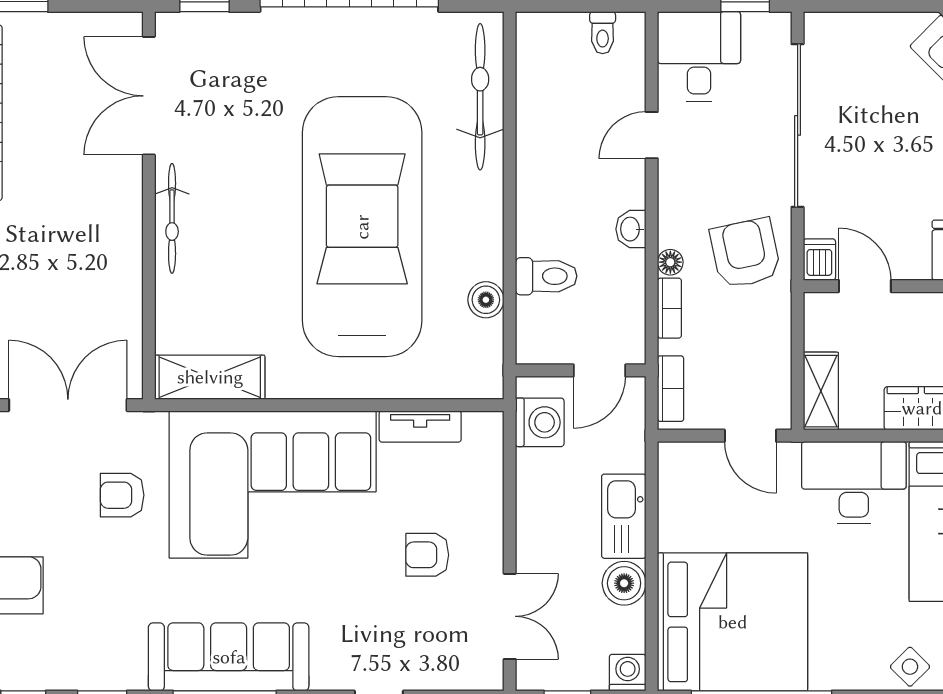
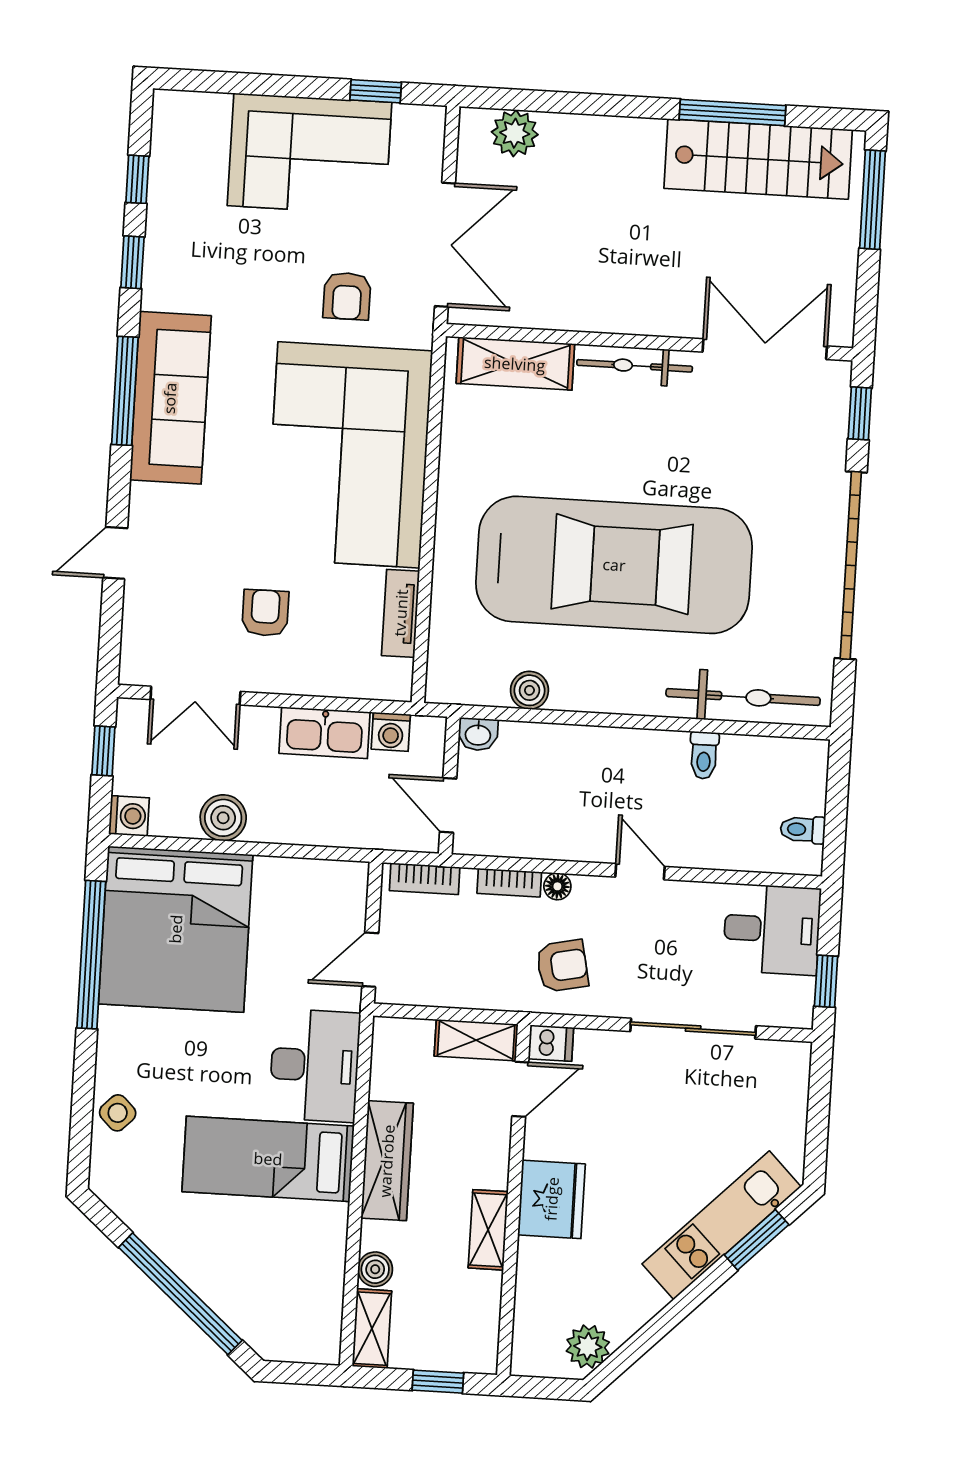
sliding door: (798, 125) -> (693, 1029), width x0.73
door: (652, 135) -> (640, 872), moved
washbasin: (631, 229) -> (478, 734), moved, turned 180
armchair: (745, 253) -> (562, 966), width x0.72, depth x0.72
toilet: (546, 276) -> (704, 755), moved, width x0.73, depth x0.72
shelving: (210, 377) -> (515, 364), moved, turned 90
shelving: (821, 391) -> (476, 1040), moved
washing machine: (540, 422) -> (391, 732), width x0.73, depth x0.73
armchair: (122, 495) -> (347, 296), turned 180
kitchen sink: (624, 516) -> (325, 733), moved, turned 180

